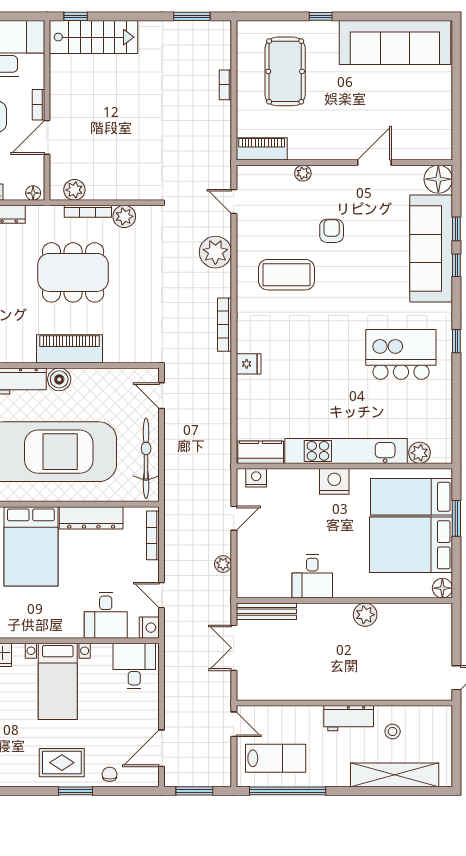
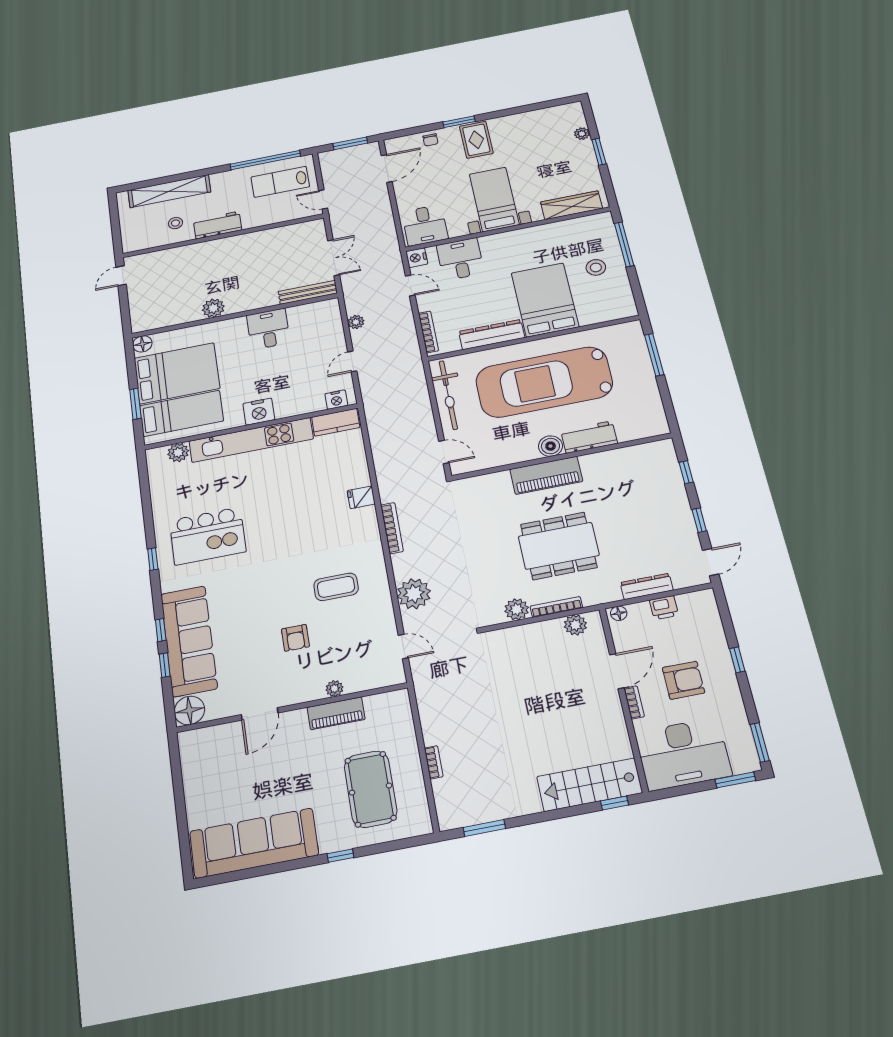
piano: (262, 149) -> (336, 713), moved
coffee table: (286, 275) -> (336, 587), width x0.73, depth x0.76
rug: (62, 763) -> (476, 140), turned 90

